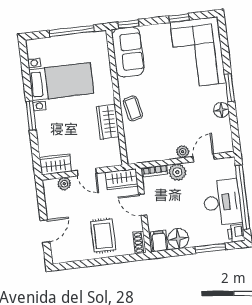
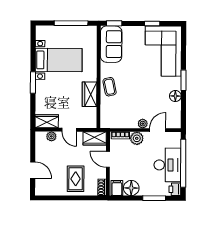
door: (45, 231) -> (33, 170), hinge flipped

